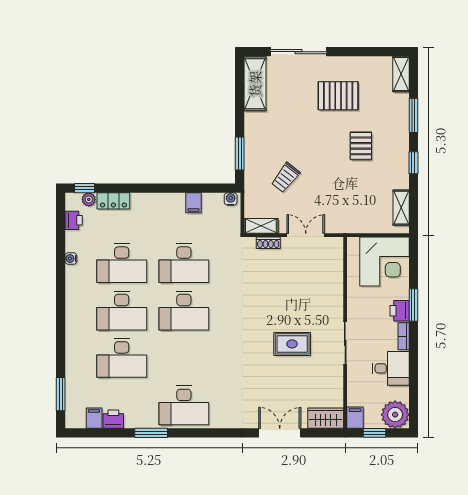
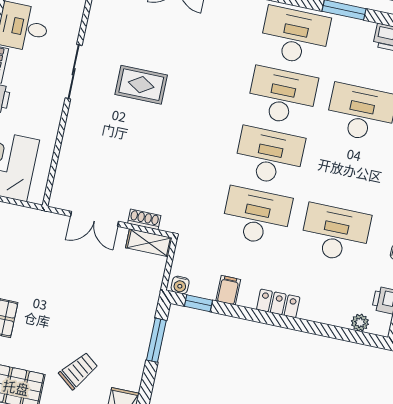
trolley: (286, 178) -> (79, 371), moved
window: (85, 188) -> (198, 303), moved
locker: (113, 201) -> (278, 303), moved
desk: (122, 311) -> (282, 96), moved

